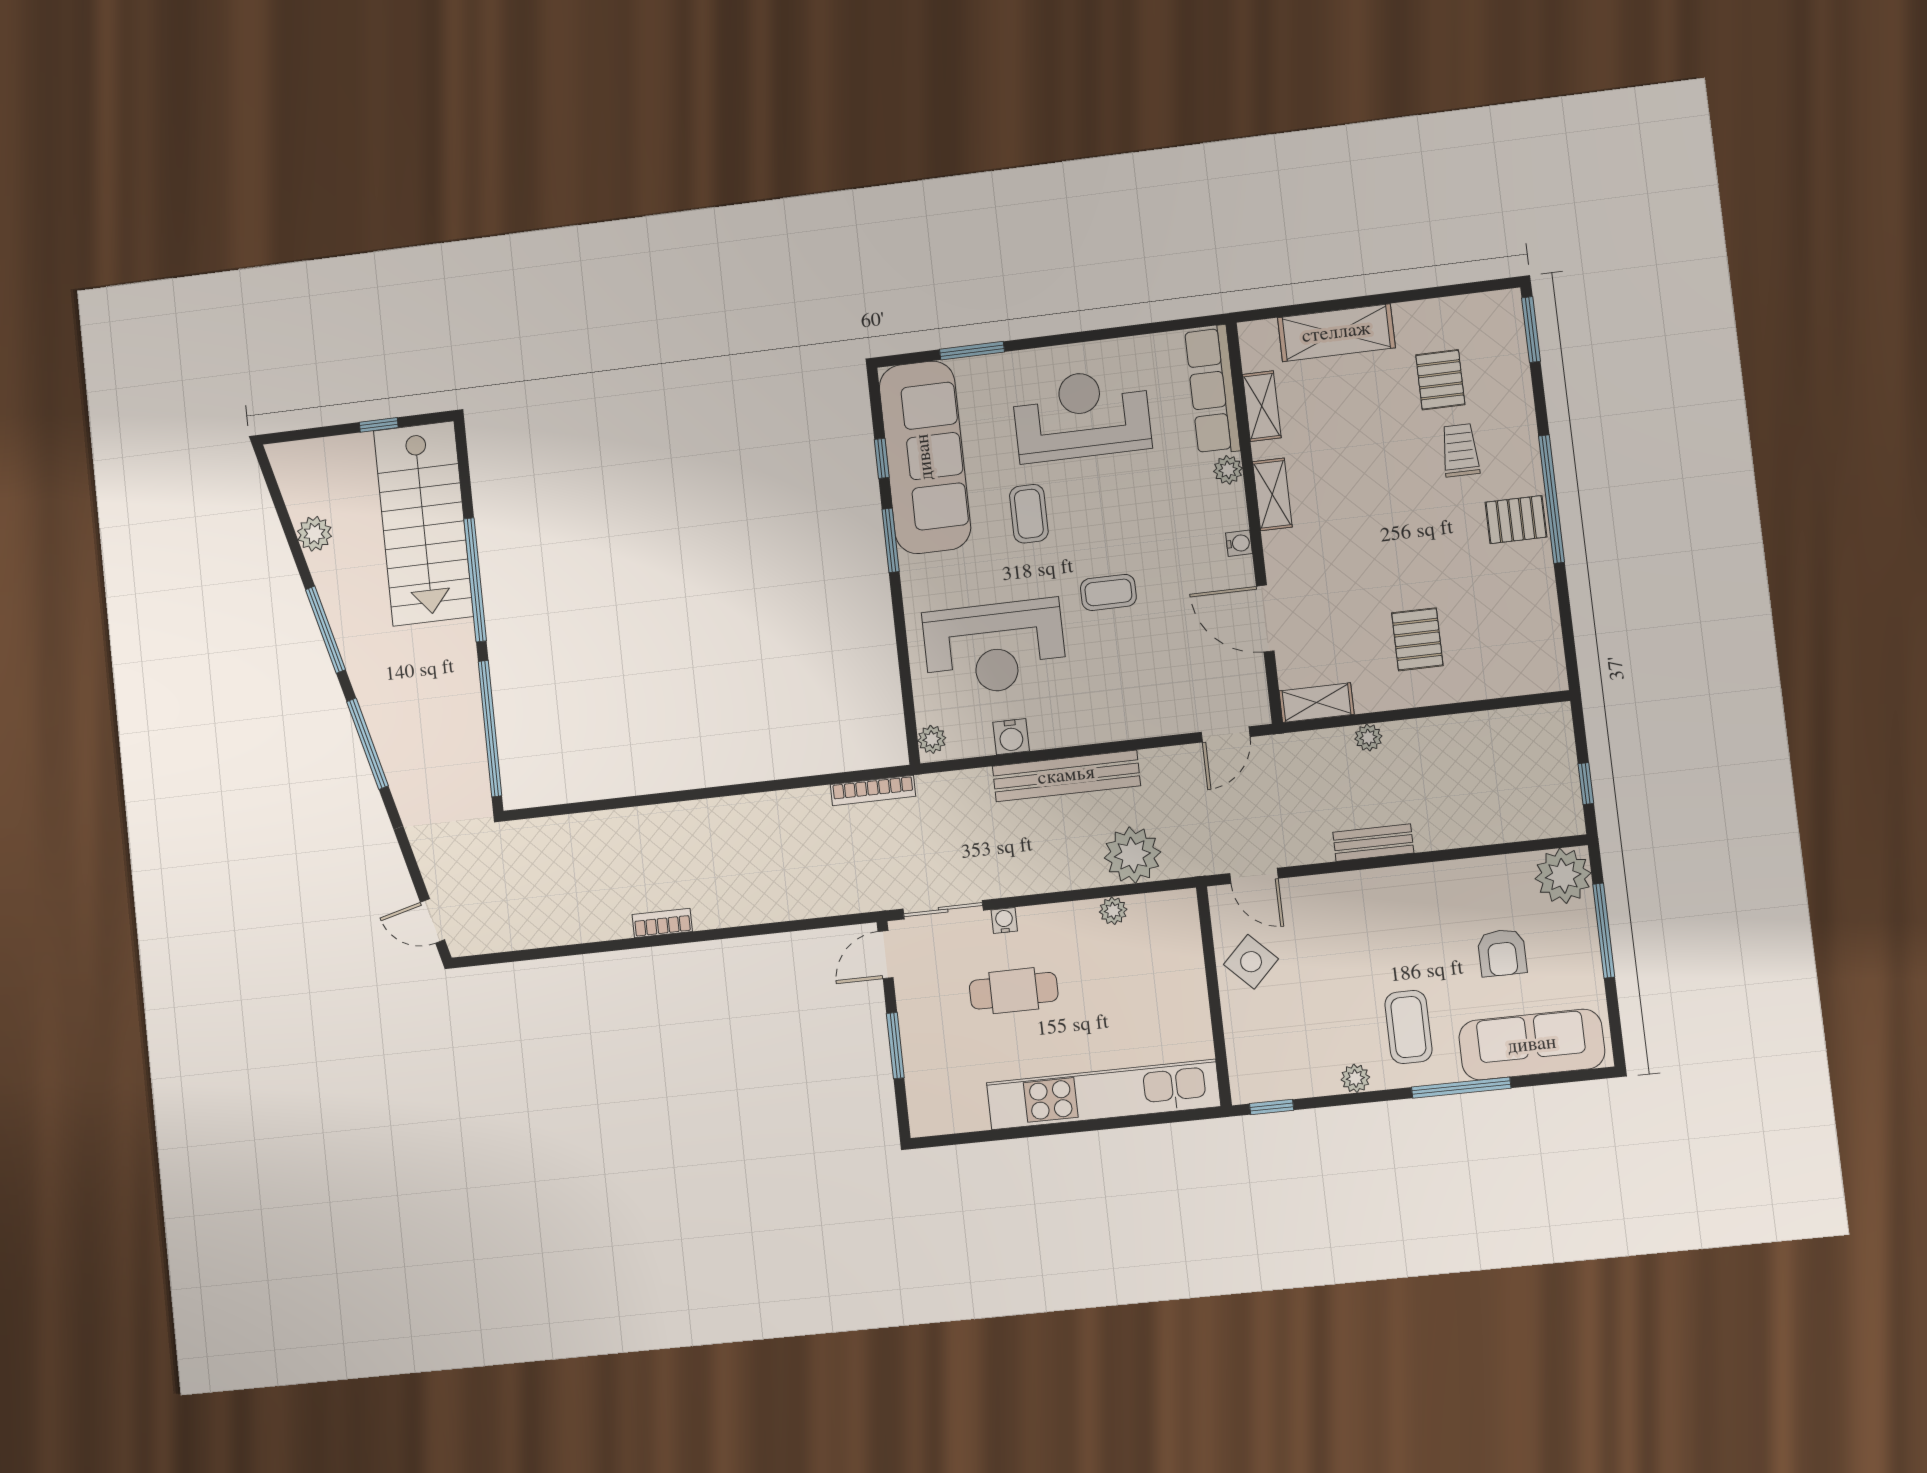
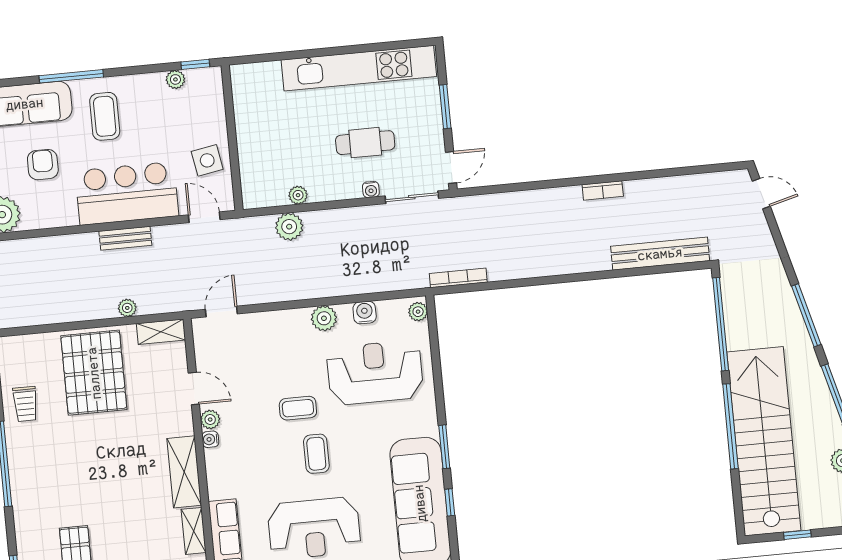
trolley: (1460, 450) -> (25, 404), moved
plant: (1228, 470) -> (210, 420), moved
shelving: (1272, 494) -> (184, 472), width x1.50, depth x1.33
coffee table: (1029, 514) -> (316, 454), moved
pallet: (1516, 520) -> (28, 451), removed
stairs: (424, 523) -> (764, 441), width x1.36
door: (1265, 619) -> (194, 388), width x0.73
pallet: (1417, 639) -> (94, 373), width x2.05, depth x2.00
plant: (1072, 727) -> (324, 318), added
bench: (1066, 776) -> (660, 254), moved
plant: (1132, 855) -> (289, 227), width x0.73, depth x0.73
bar counter: (1372, 910) -> (127, 193), added
side table: (1251, 962) -> (207, 160), turned 35
plant: (1355, 1078) -> (175, 79), moved
kitchen unit: (1103, 1095) -> (359, 68), moved

